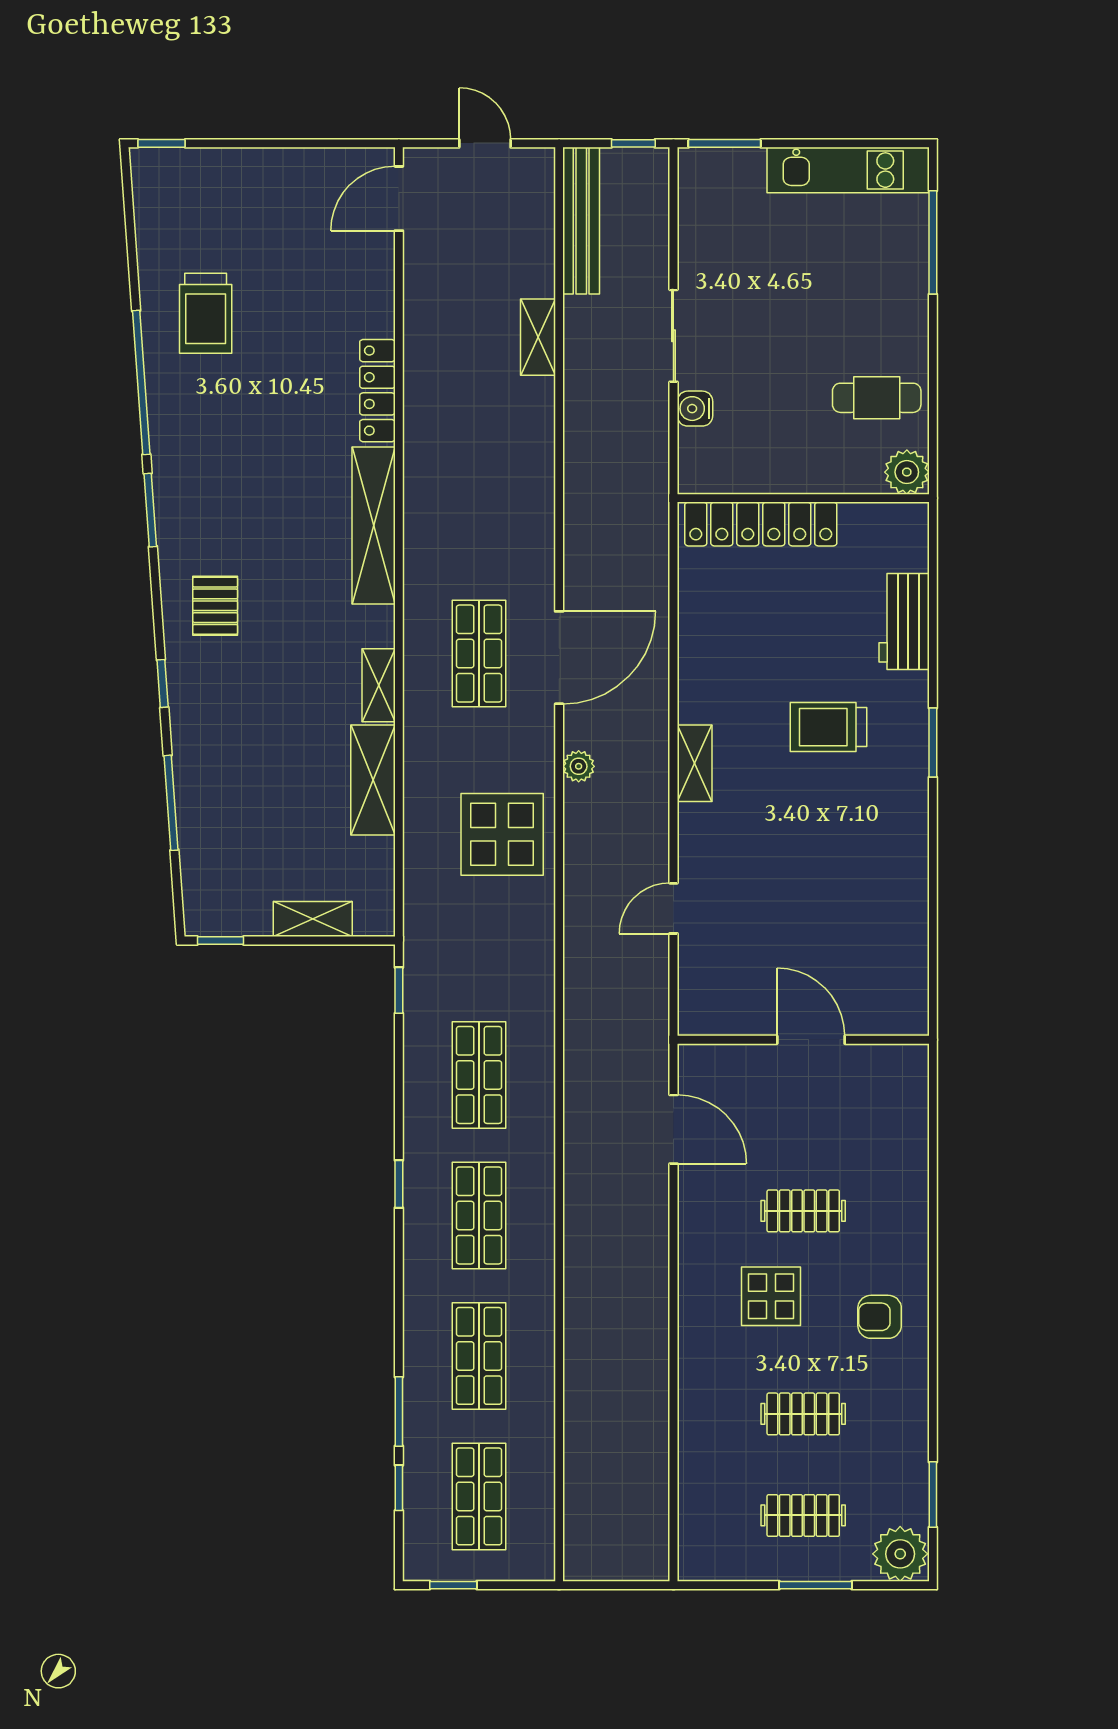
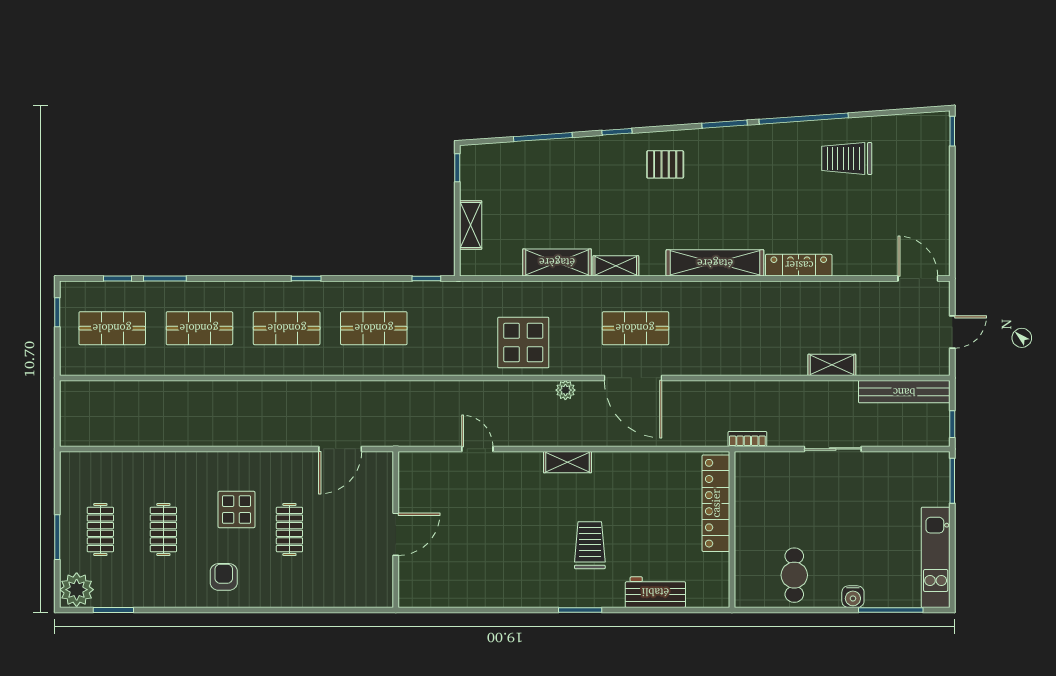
water cooler: (695, 409) -> (853, 597), moved, turned 180
plant: (907, 472) -> (748, 594), removed
bookcase: (657, 473) -> (747, 439), added

